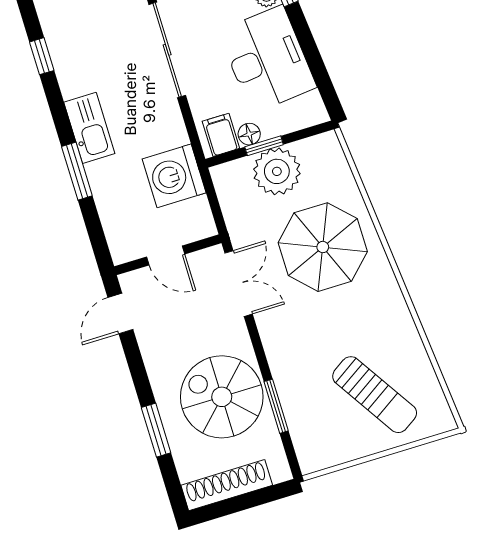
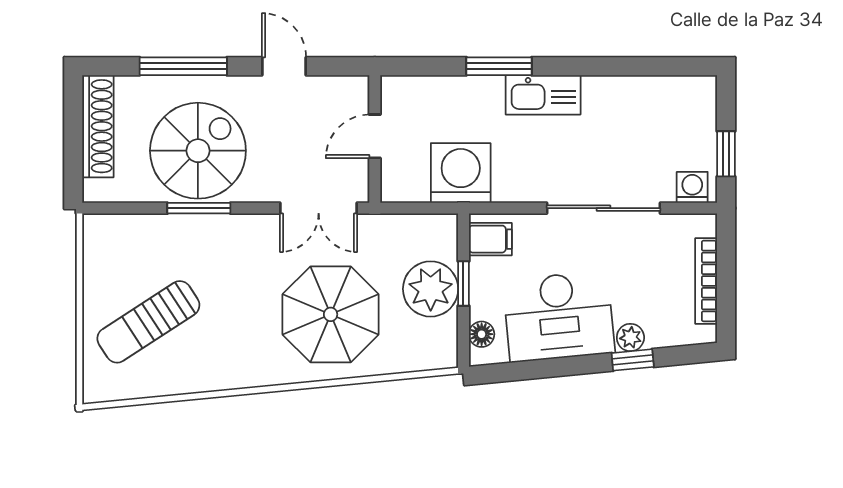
window: (42, 56) -> (639, 66), removed
floor lamp: (249, 134) -> (482, 334), moved
door: (120, 313) -> (284, 66), moved
window: (276, 406) -> (199, 208), moved
window: (156, 430) -> (183, 66), width x1.44

